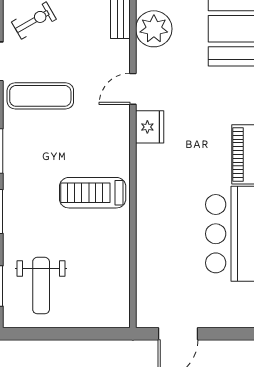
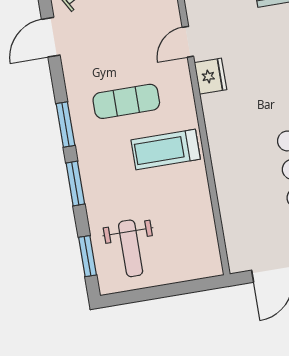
exercise mat: (40, 96) -> (126, 101), moved

